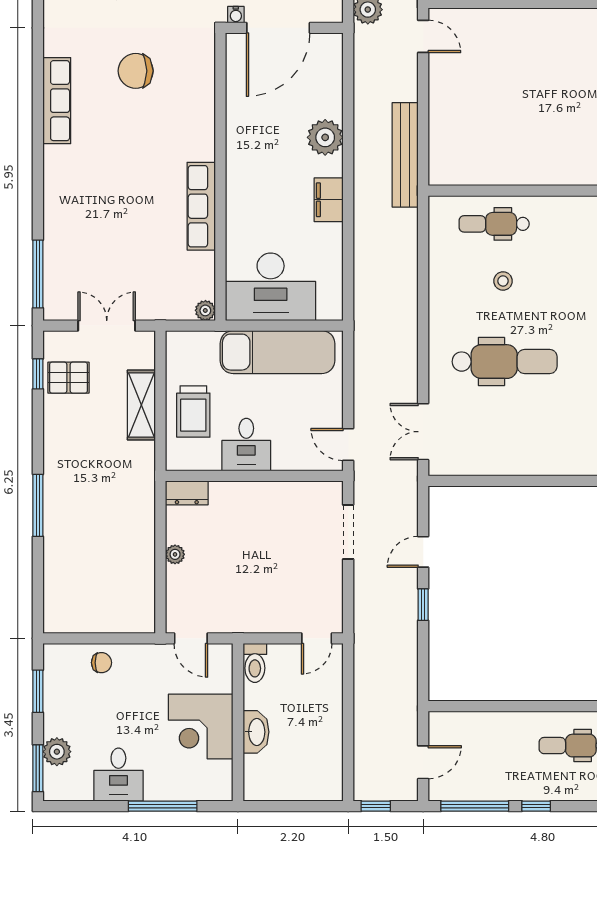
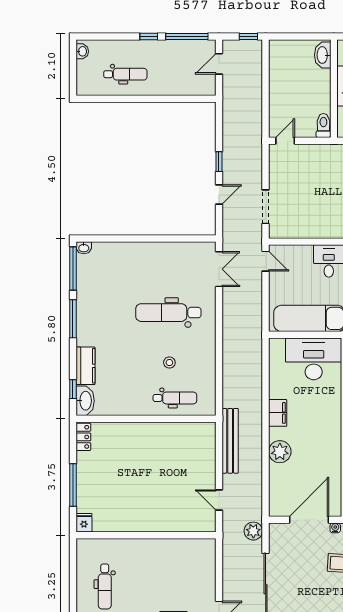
door: (423, 36) -> (219, 500), moved
washbasin: (256, 732) -> (323, 55), moved

